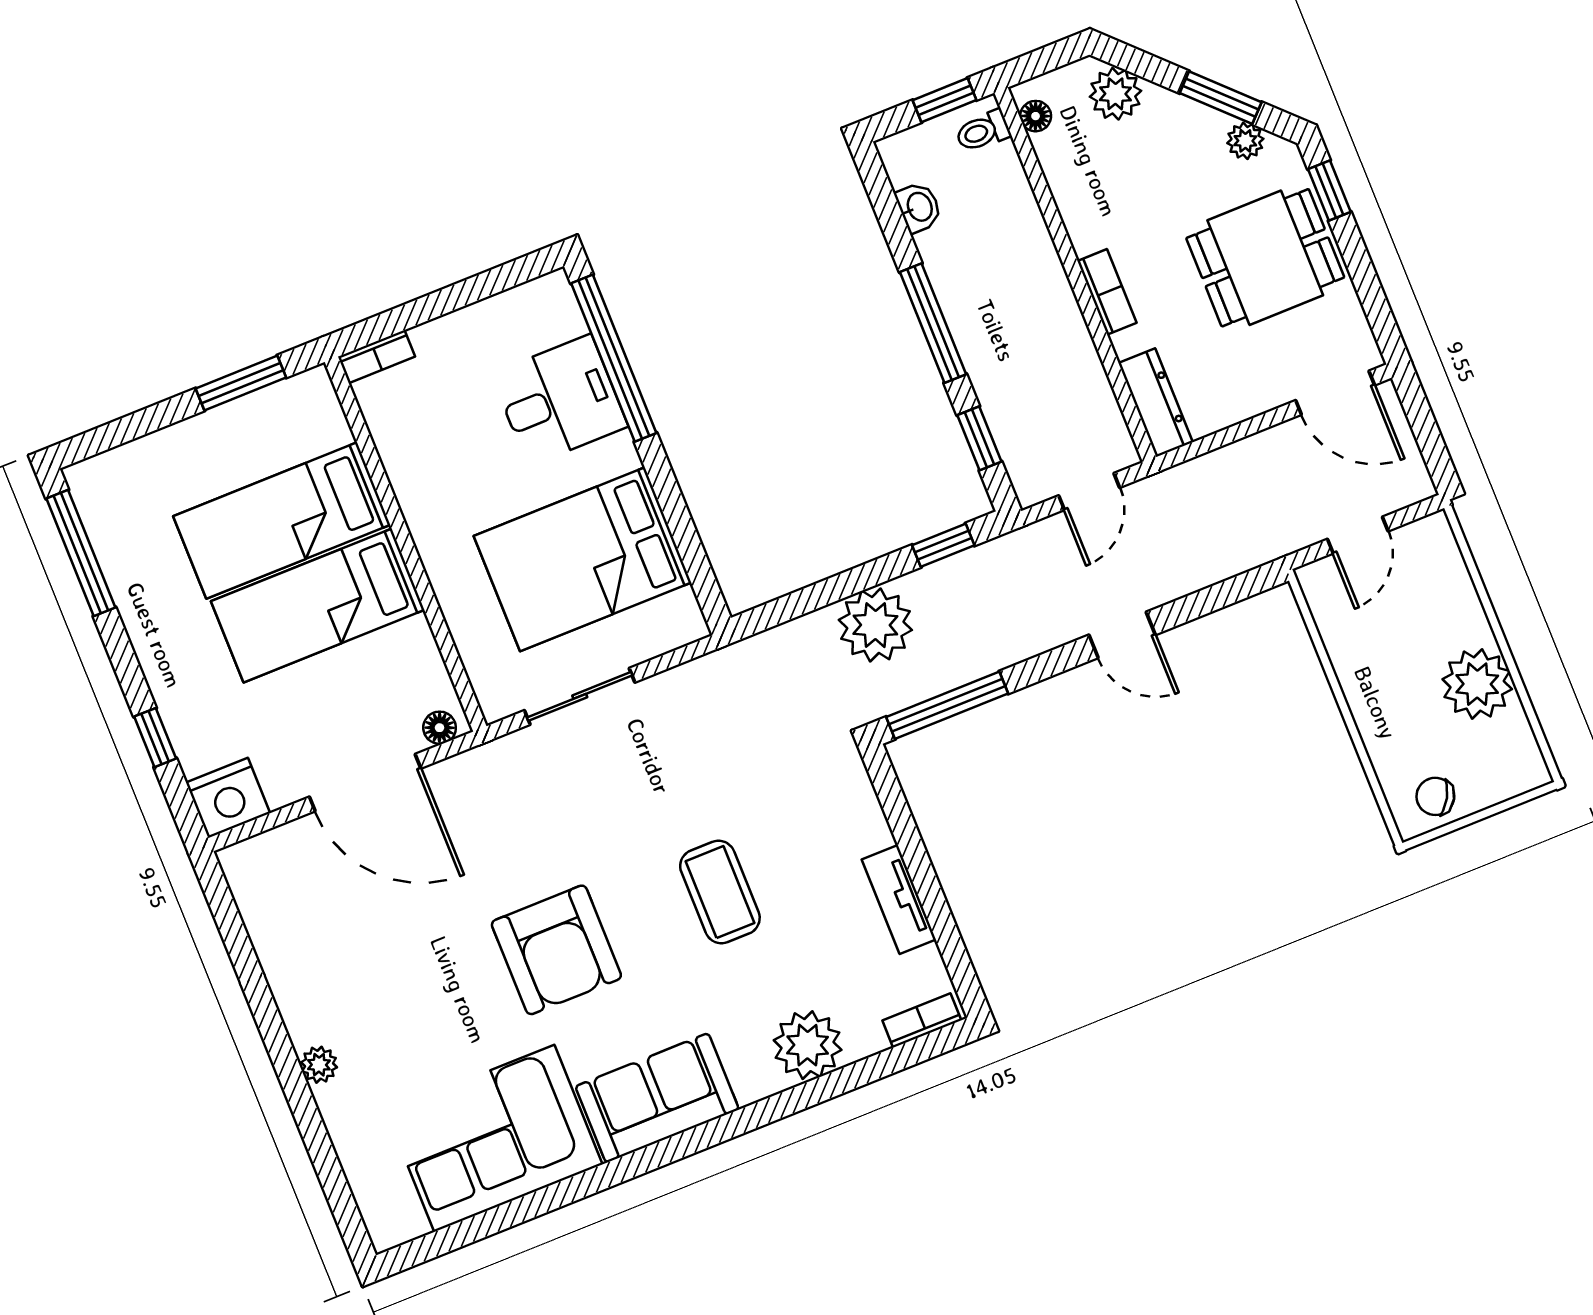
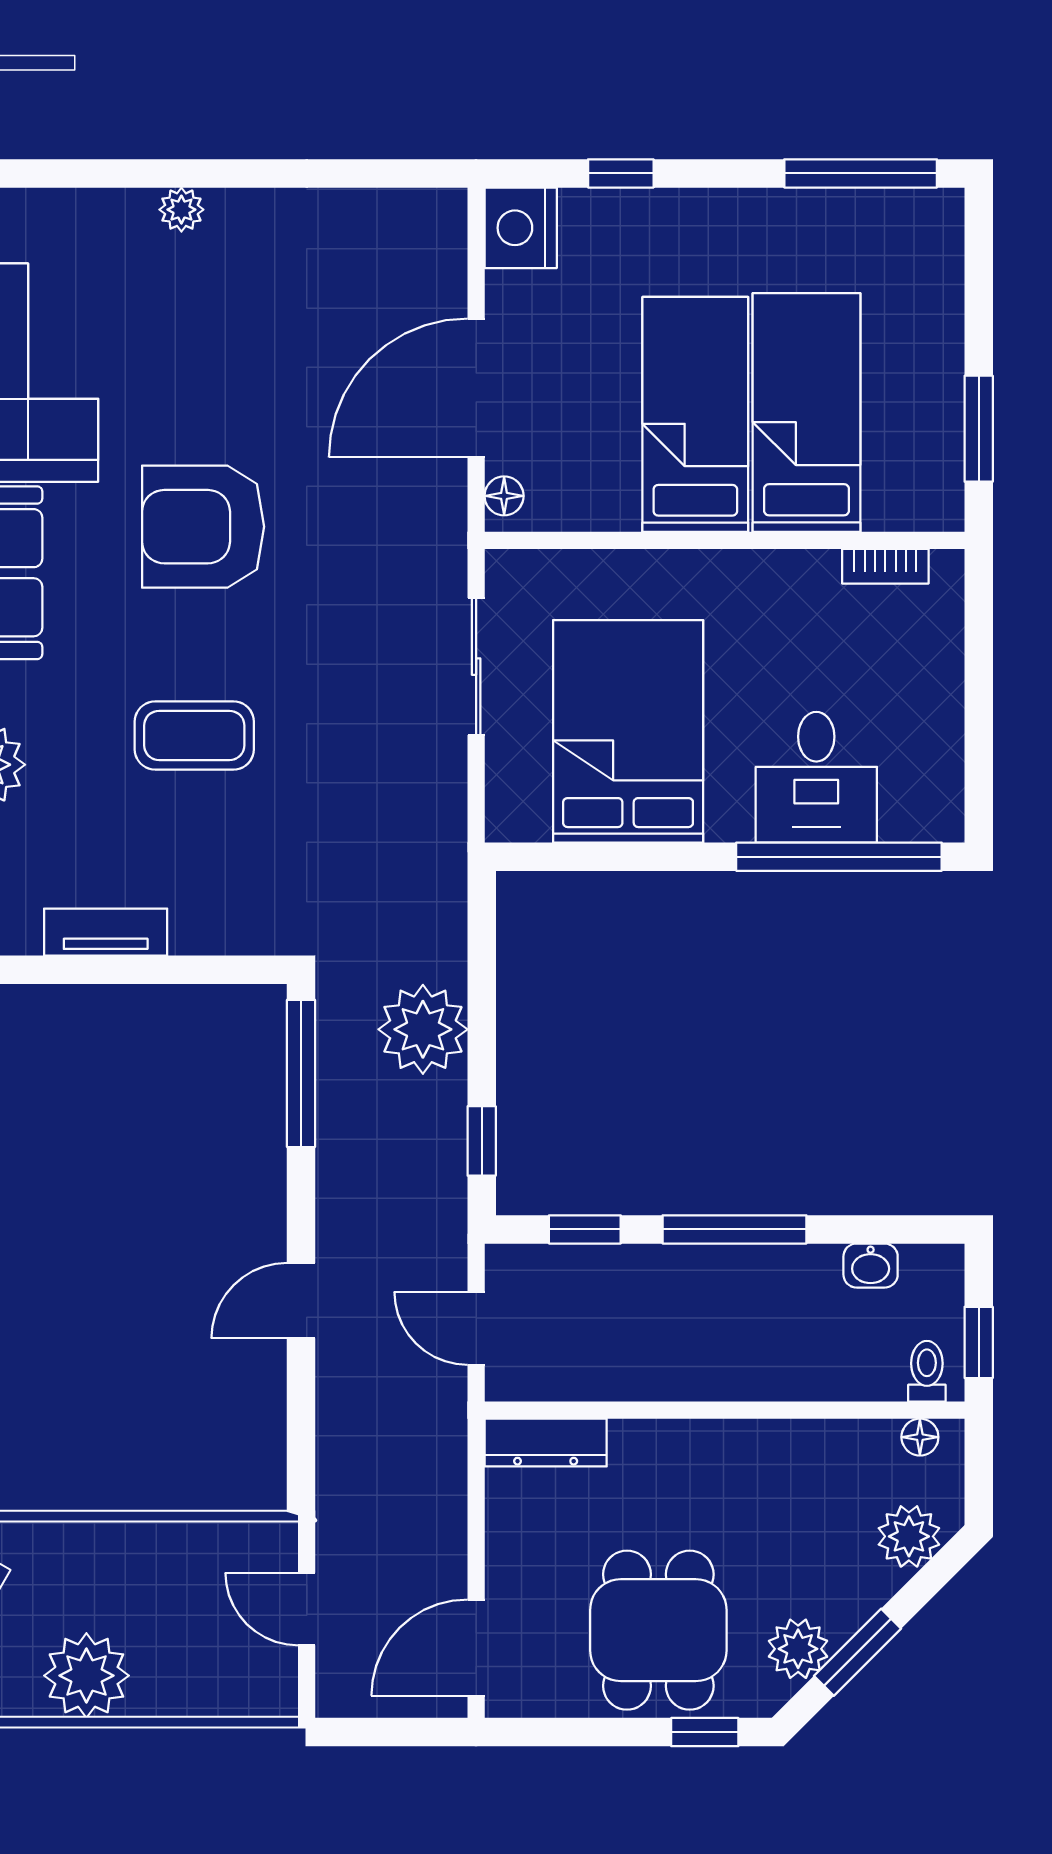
plant: (1245, 141) -> (798, 1649), width x1.38, depth x1.38
bookcase: (1107, 292) -> (691, 1438), removed
bookcase: (377, 357) -> (885, 566), moved, turned -90

